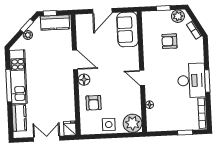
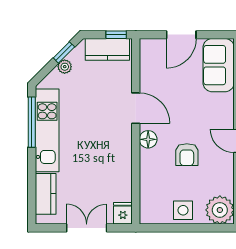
window: (50, 13) -> (116, 35), moved
window: (9, 86) -> (32, 122), moved
armchair: (94, 103) -> (187, 155), moved

